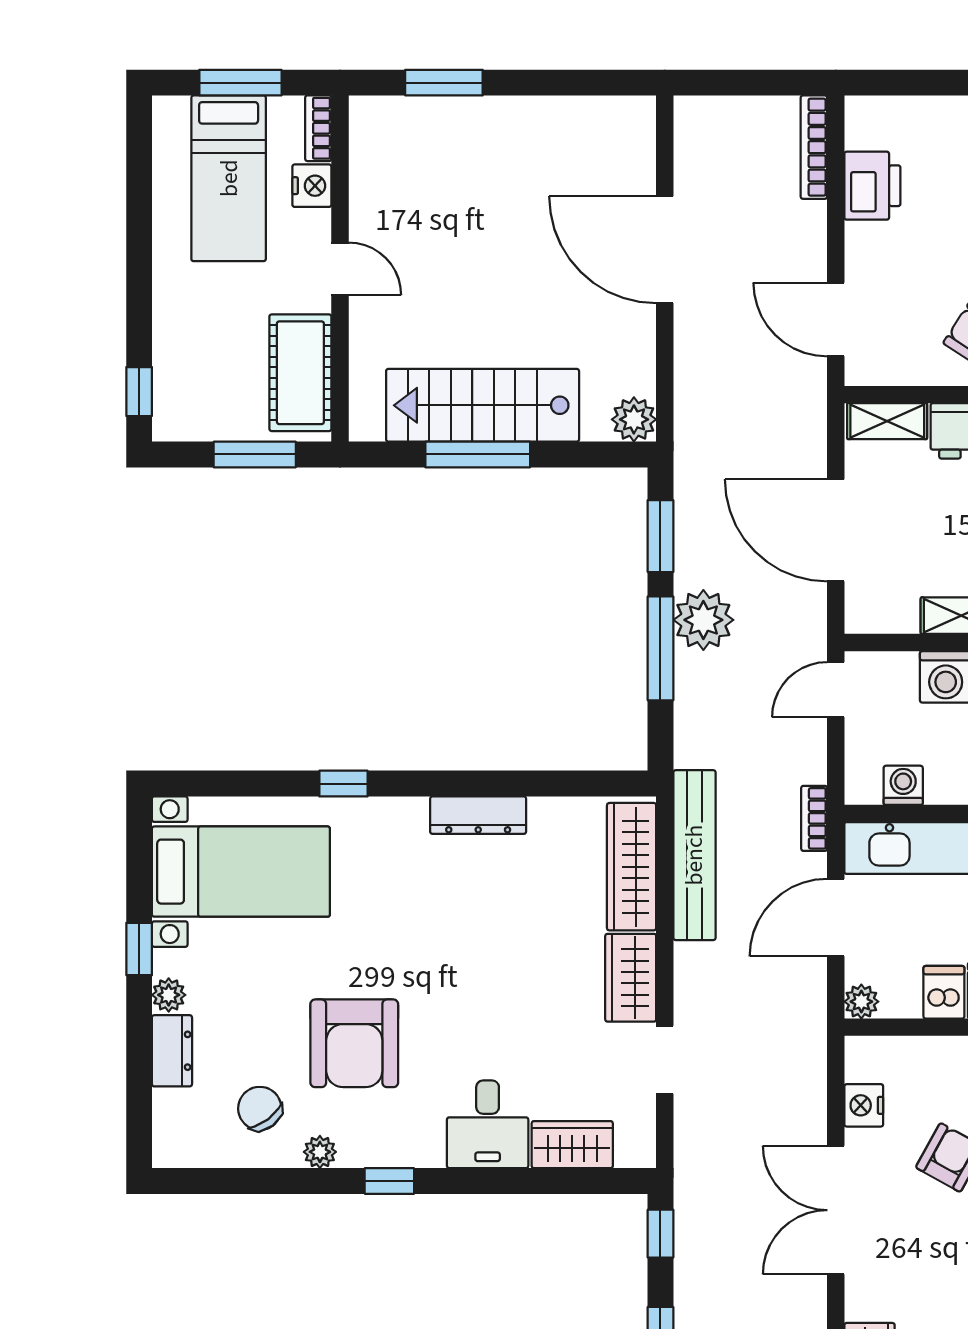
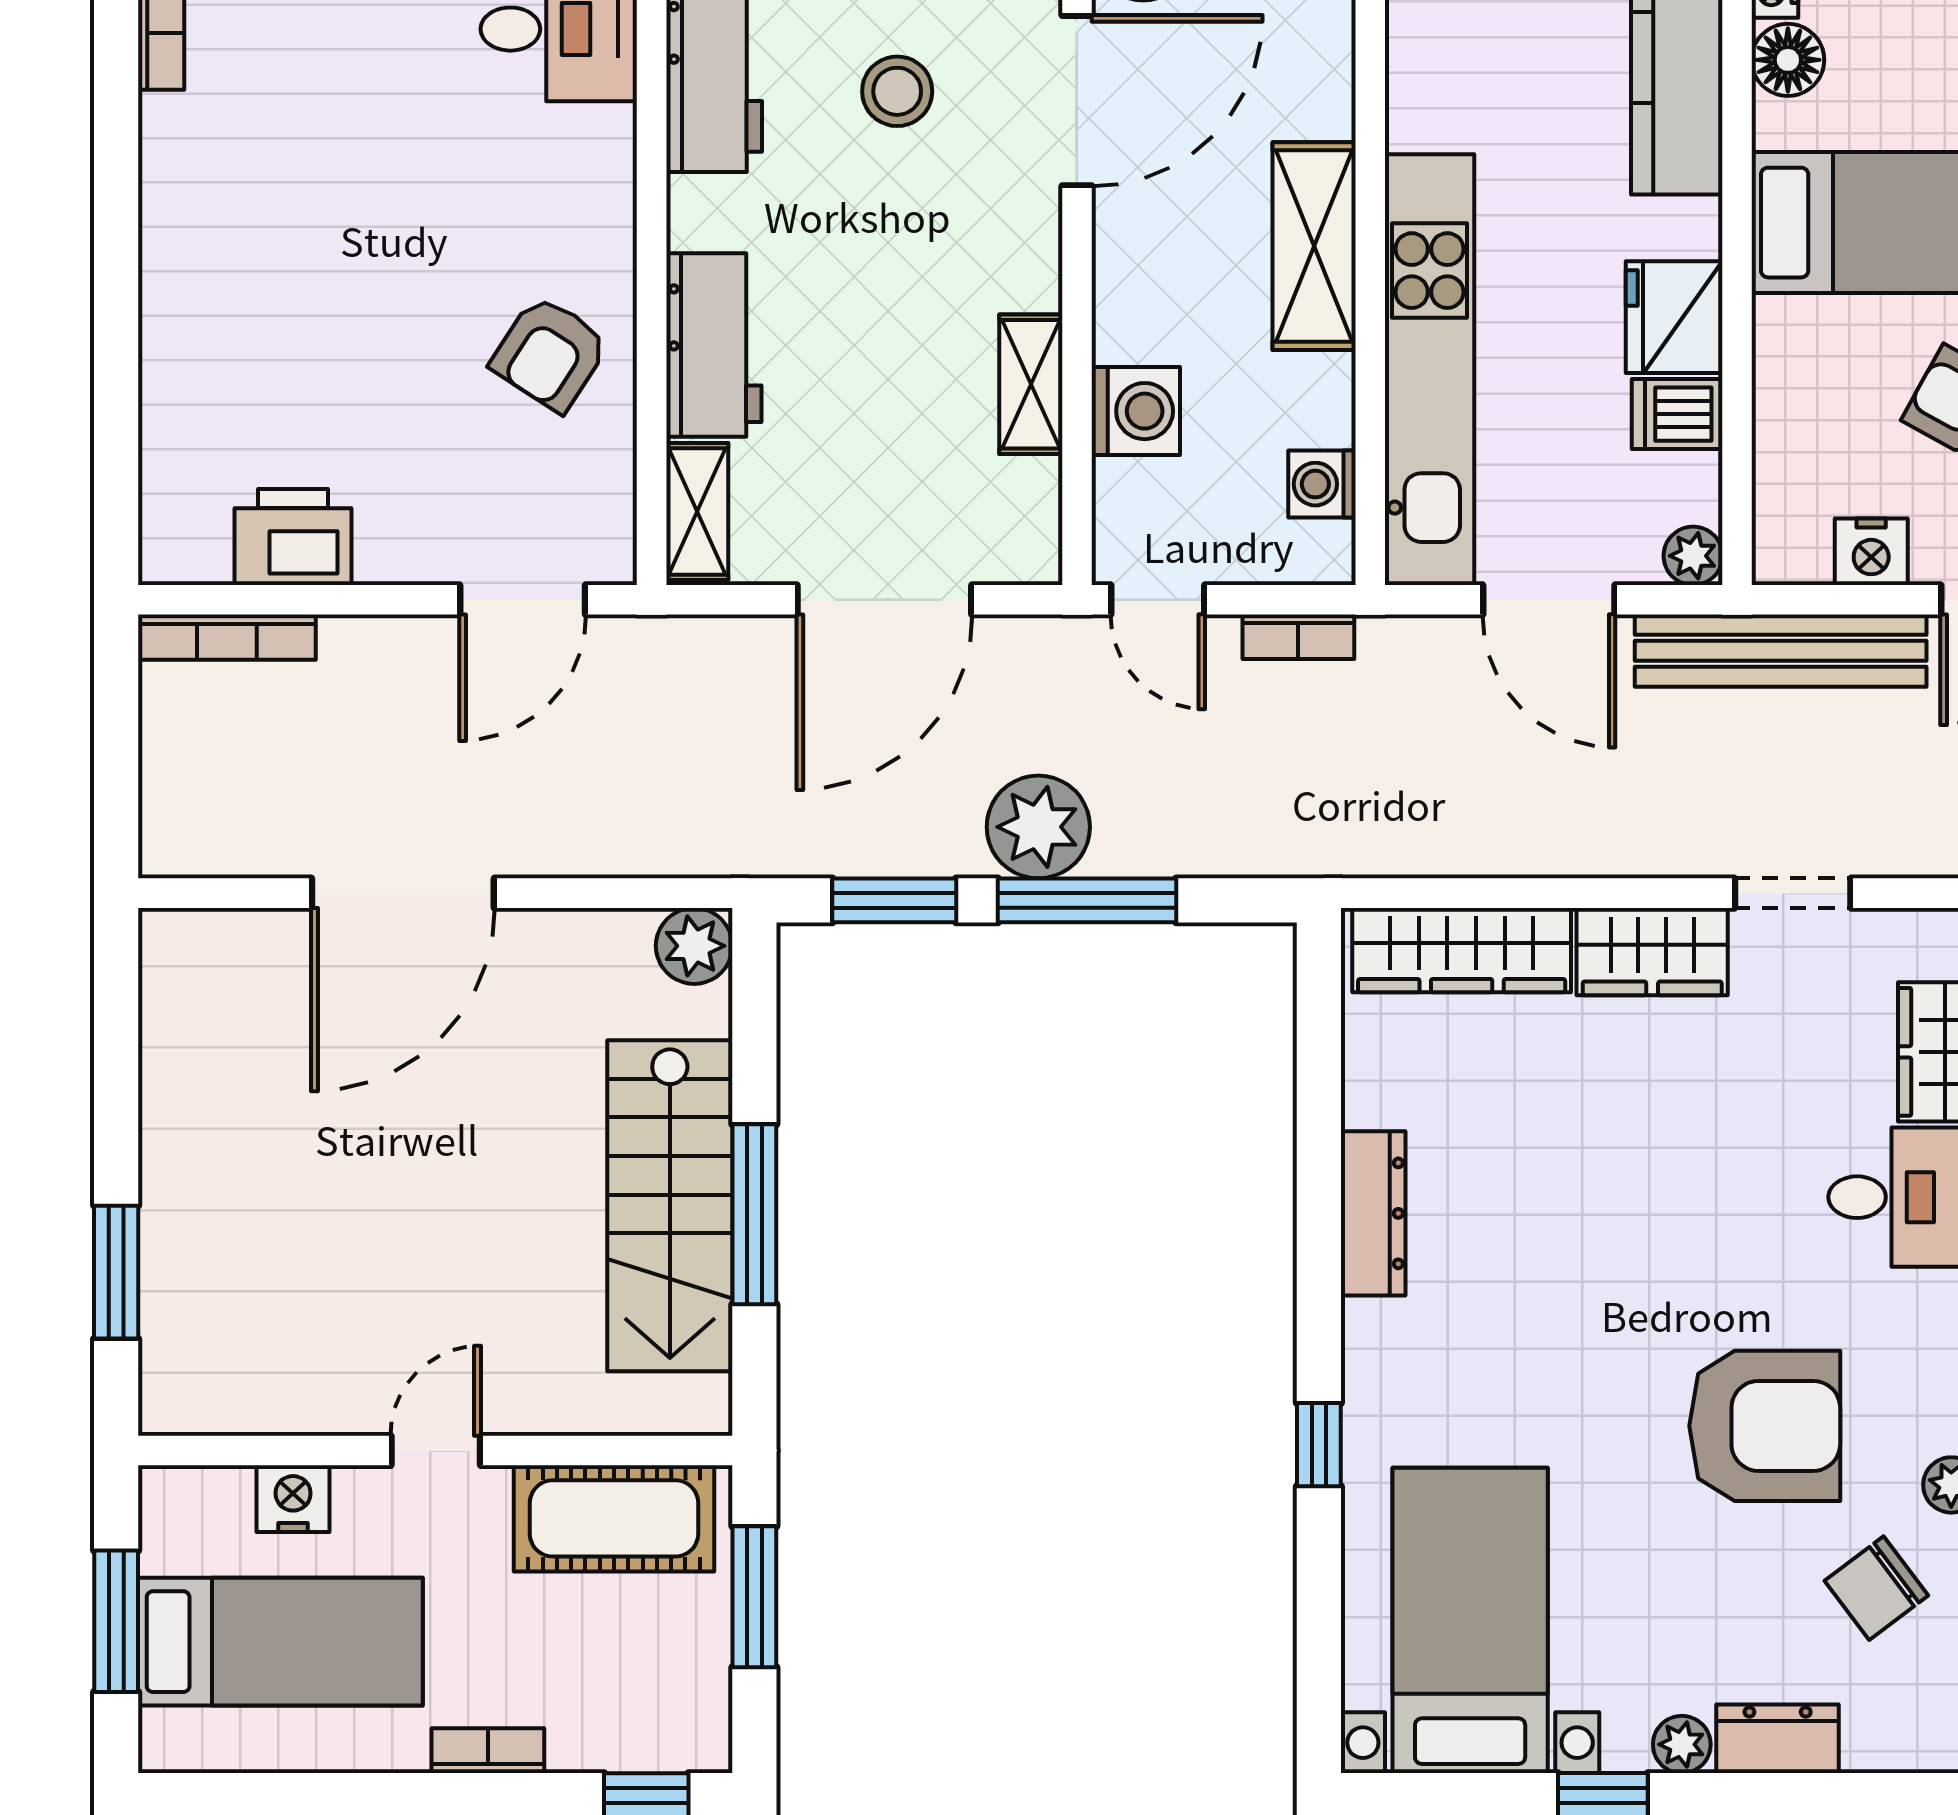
bookcase: (318, 128) -> (488, 1751), moved, turned 180
bookcase: (814, 818) -> (1298, 637), moved
bench: (694, 855) -> (1781, 651), moved

